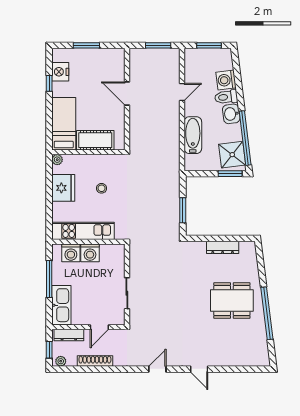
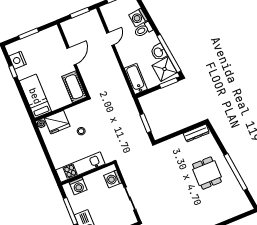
door: (127, 94) -> (72, 56), swing flipped
washbasin: (231, 114) -> (159, 52), moved
bathtub: (193, 135) -> (136, 79), moved
cot: (95, 140) -> (74, 87), moved, turned 90
fridge: (63, 188) -> (57, 122), moved, turned 90
dresser: (223, 247) -> (196, 133), moved
washing machine: (90, 253) -> (113, 179), moved, turned 90
dining table: (232, 301) -> (207, 173), width x0.73

